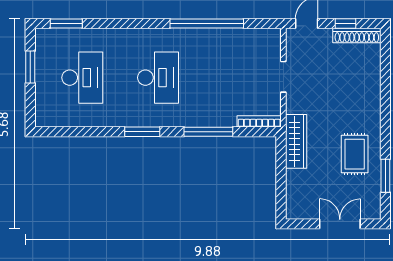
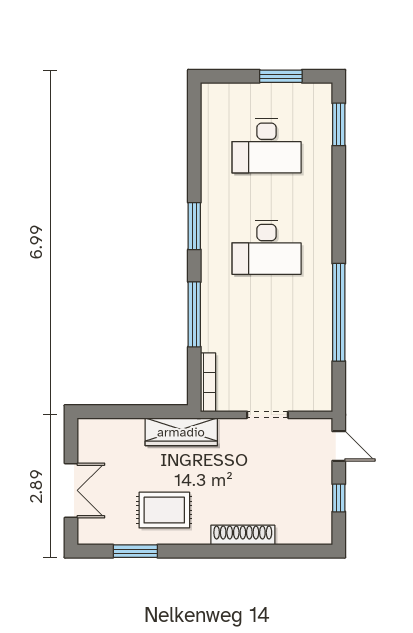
shoe rack: (357, 36) -> (243, 535), moved, turned 90

